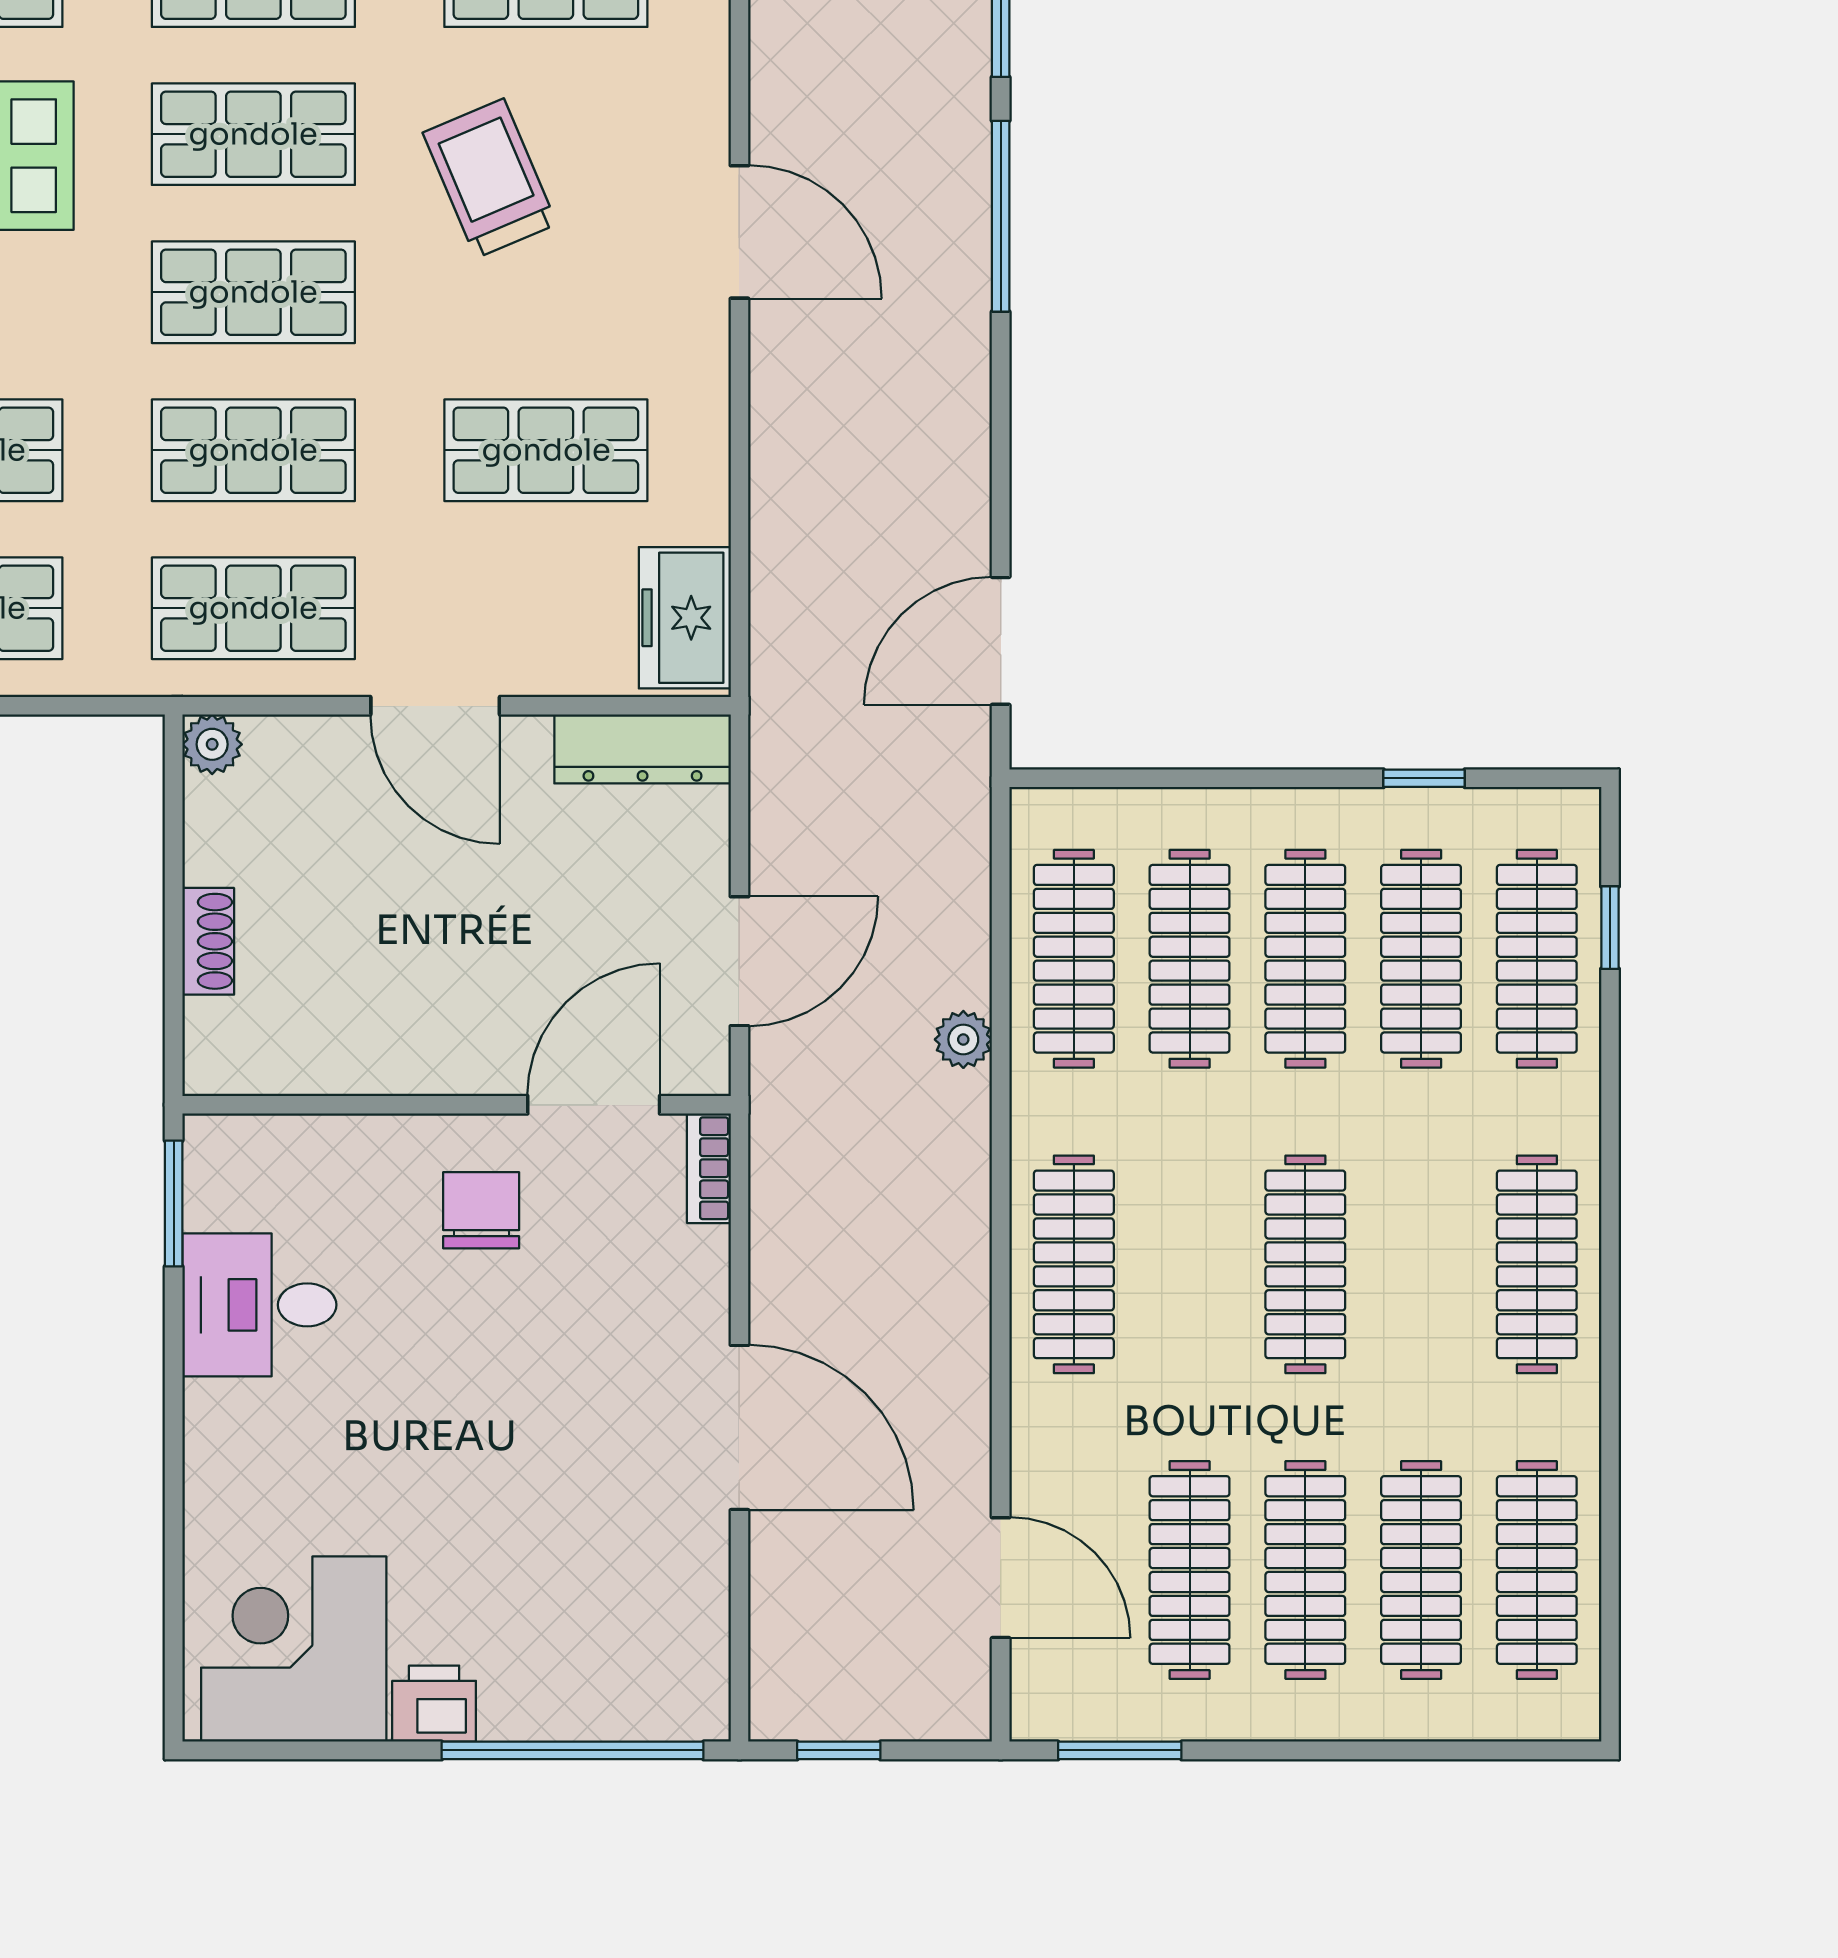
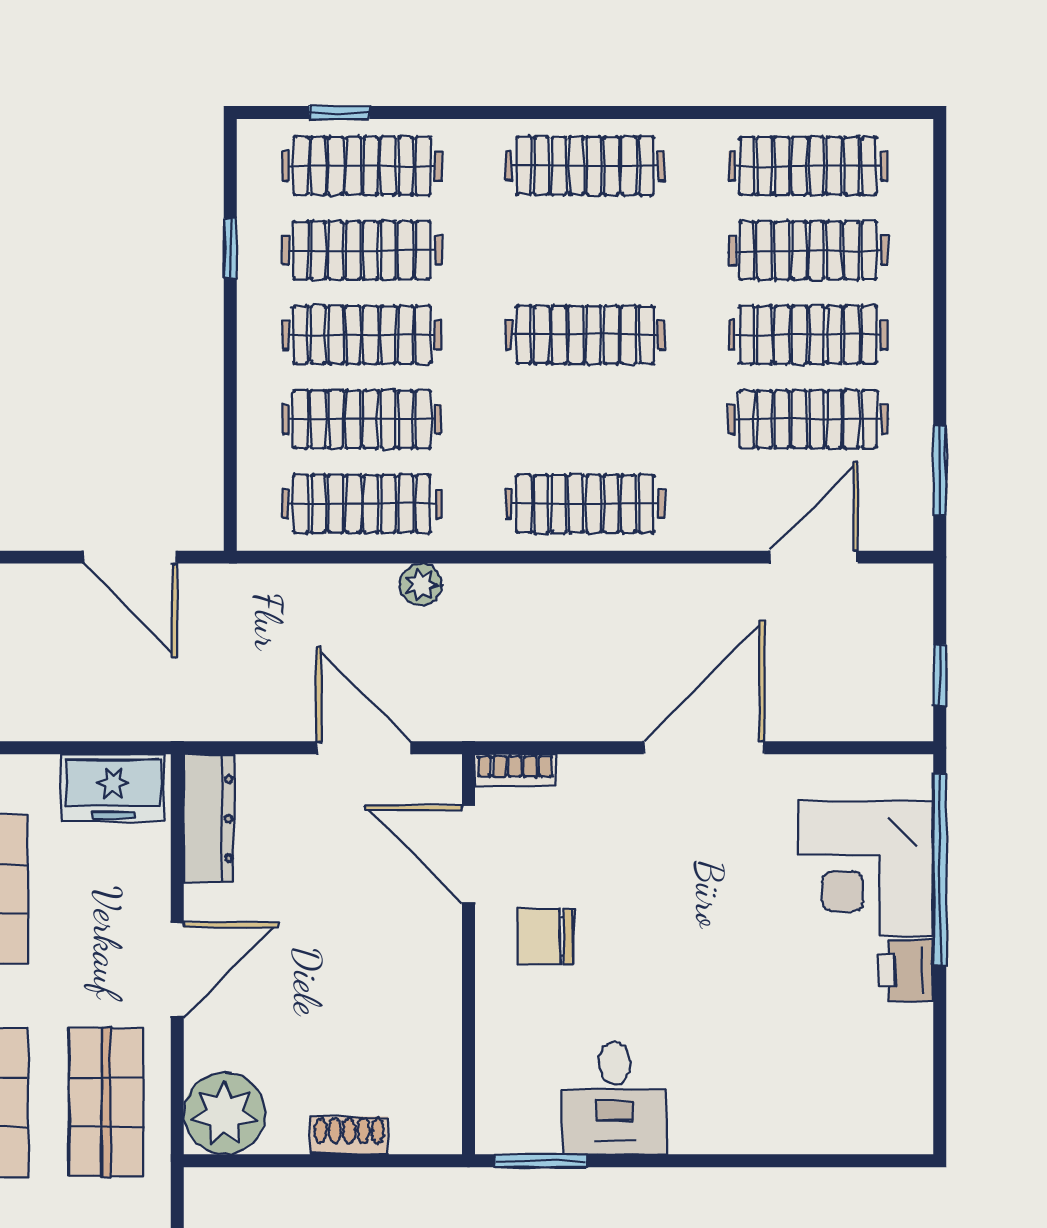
plant: (212, 744) -> (225, 1114), width x1.87, depth x1.87
corner desk: (294, 1649) -> (866, 868), moved

